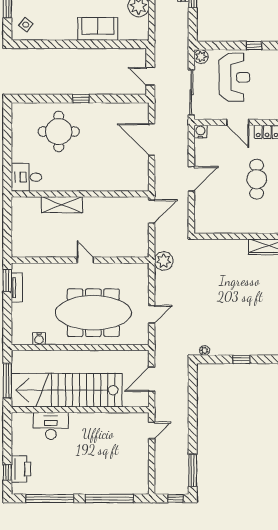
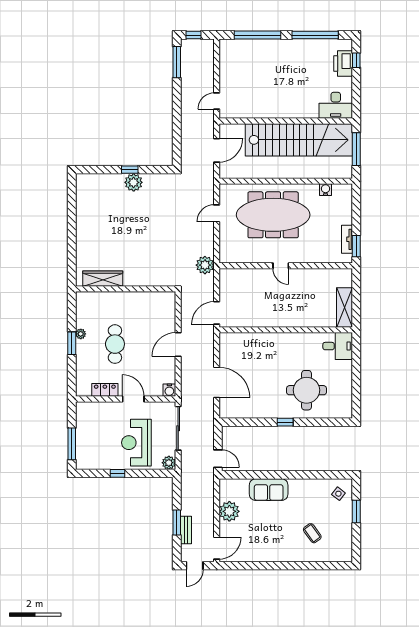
door: (150, 76) -> (218, 459), moved
shelving: (62, 205) -> (345, 307), moved, turned 90
plant: (205, 351) -> (134, 182), moved, width x1.88, depth x1.88
desk: (51, 426) -> (336, 105), moved

